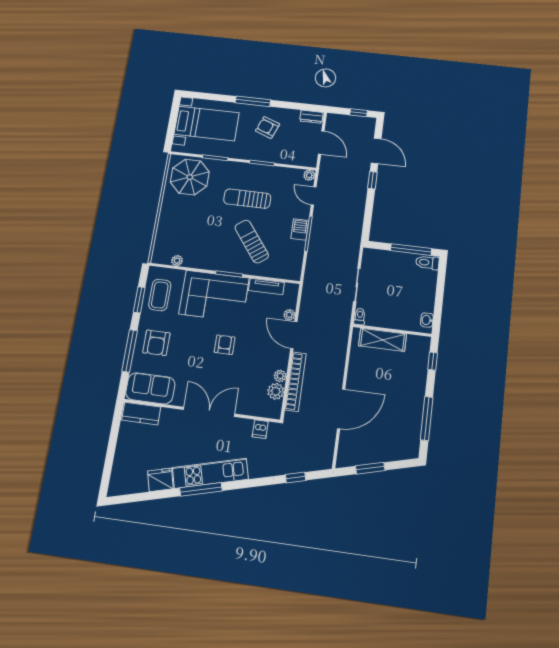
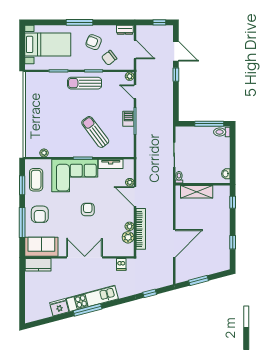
chair: (285, 149) -> (109, 58), added
parasol: (190, 177) -> (42, 88), removed
sun lounger: (247, 199) -> (85, 83), moved
window: (427, 418) -> (233, 242), width x0.46

